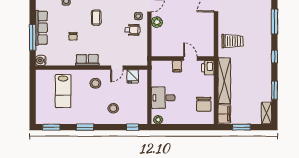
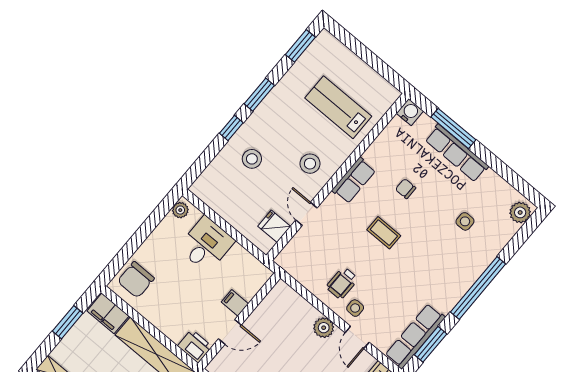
coffee table: (96, 18) -> (384, 233), moved
chair: (204, 104) -> (136, 280), moved, turned -90
window: (133, 127) -> (231, 128), moved

